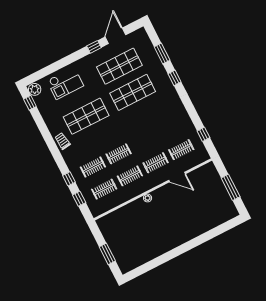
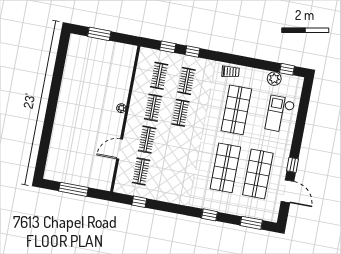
window: (162, 54) -> (251, 223), moved
plant: (35, 89) -> (274, 79), moved

